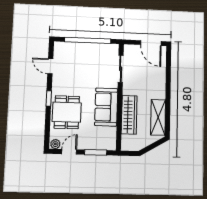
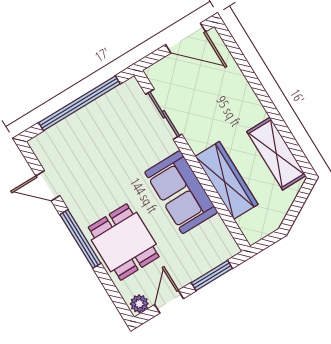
window: (49, 98) -> (80, 239), width x2.17

